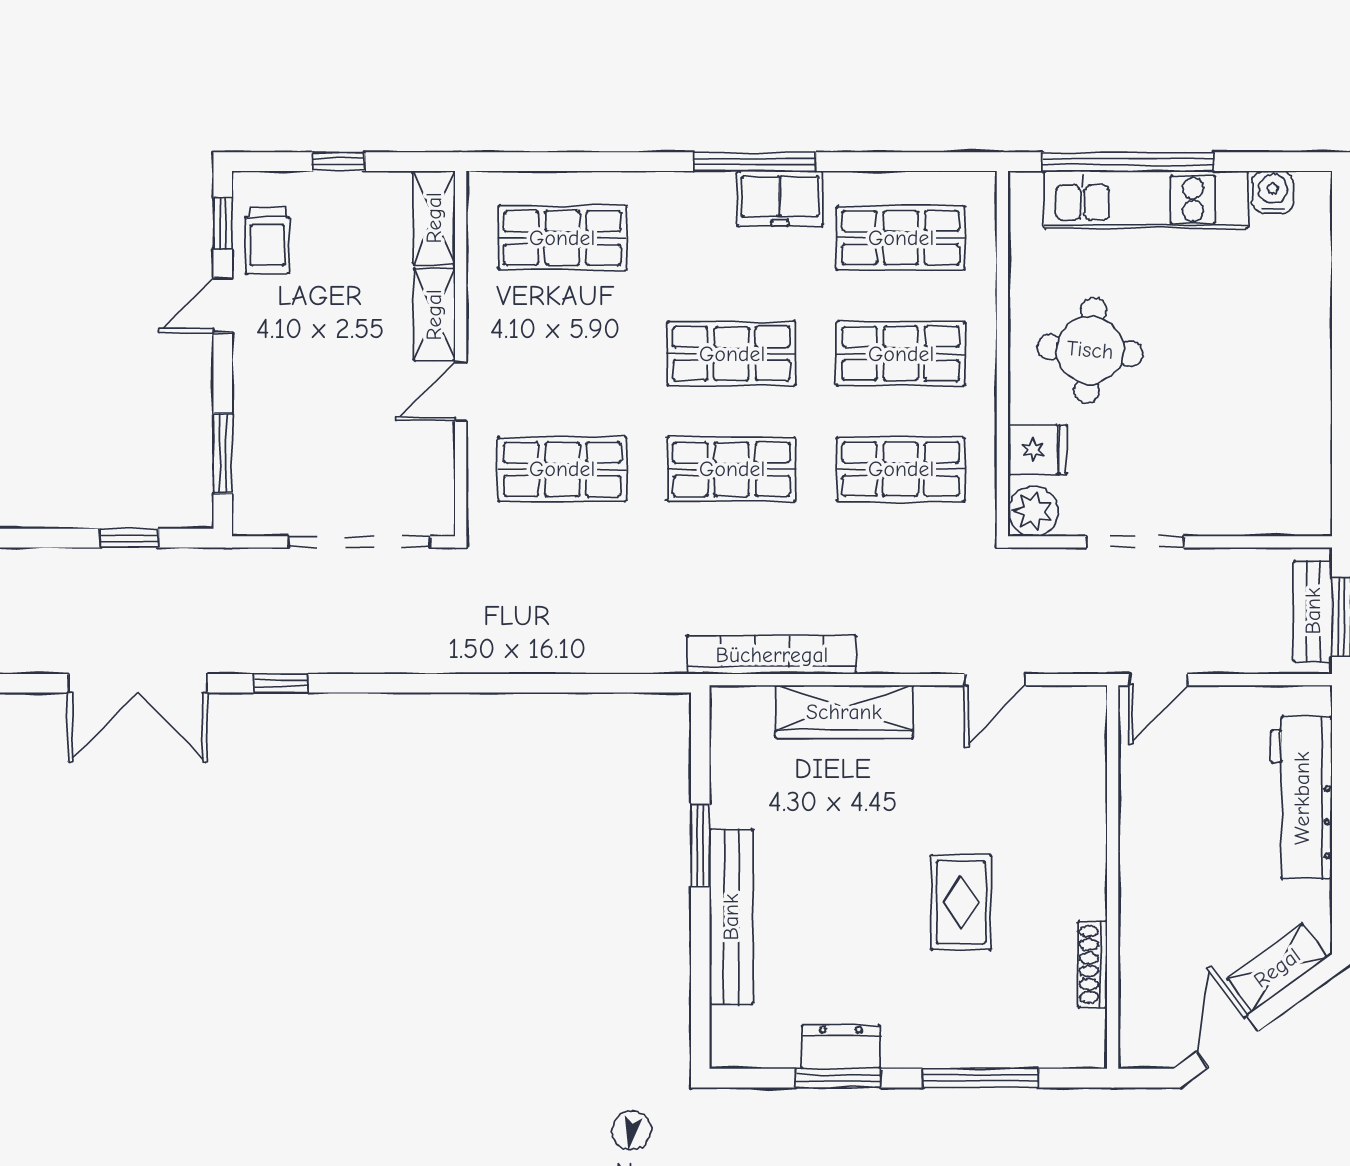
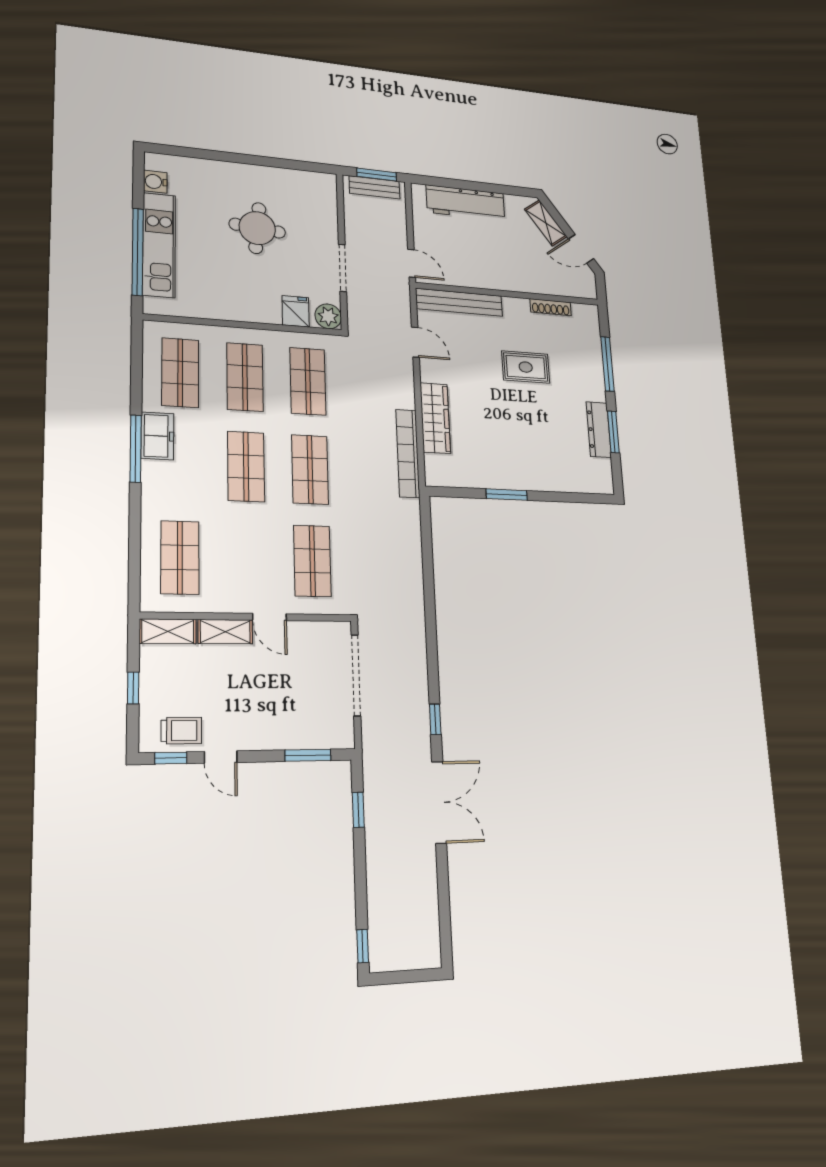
round table: (1090, 350) -> (257, 228), moved
bench: (731, 917) -> (459, 302), moved
dresser: (841, 1047) -> (599, 430), width x1.44

